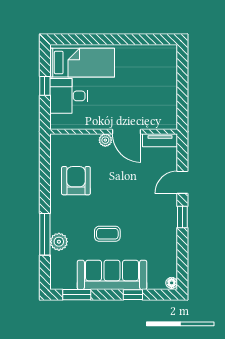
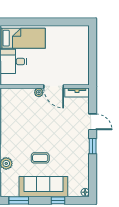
armchair: (76, 181) -> (18, 121), removed
door: (182, 182) -> (93, 122), swing flipped

